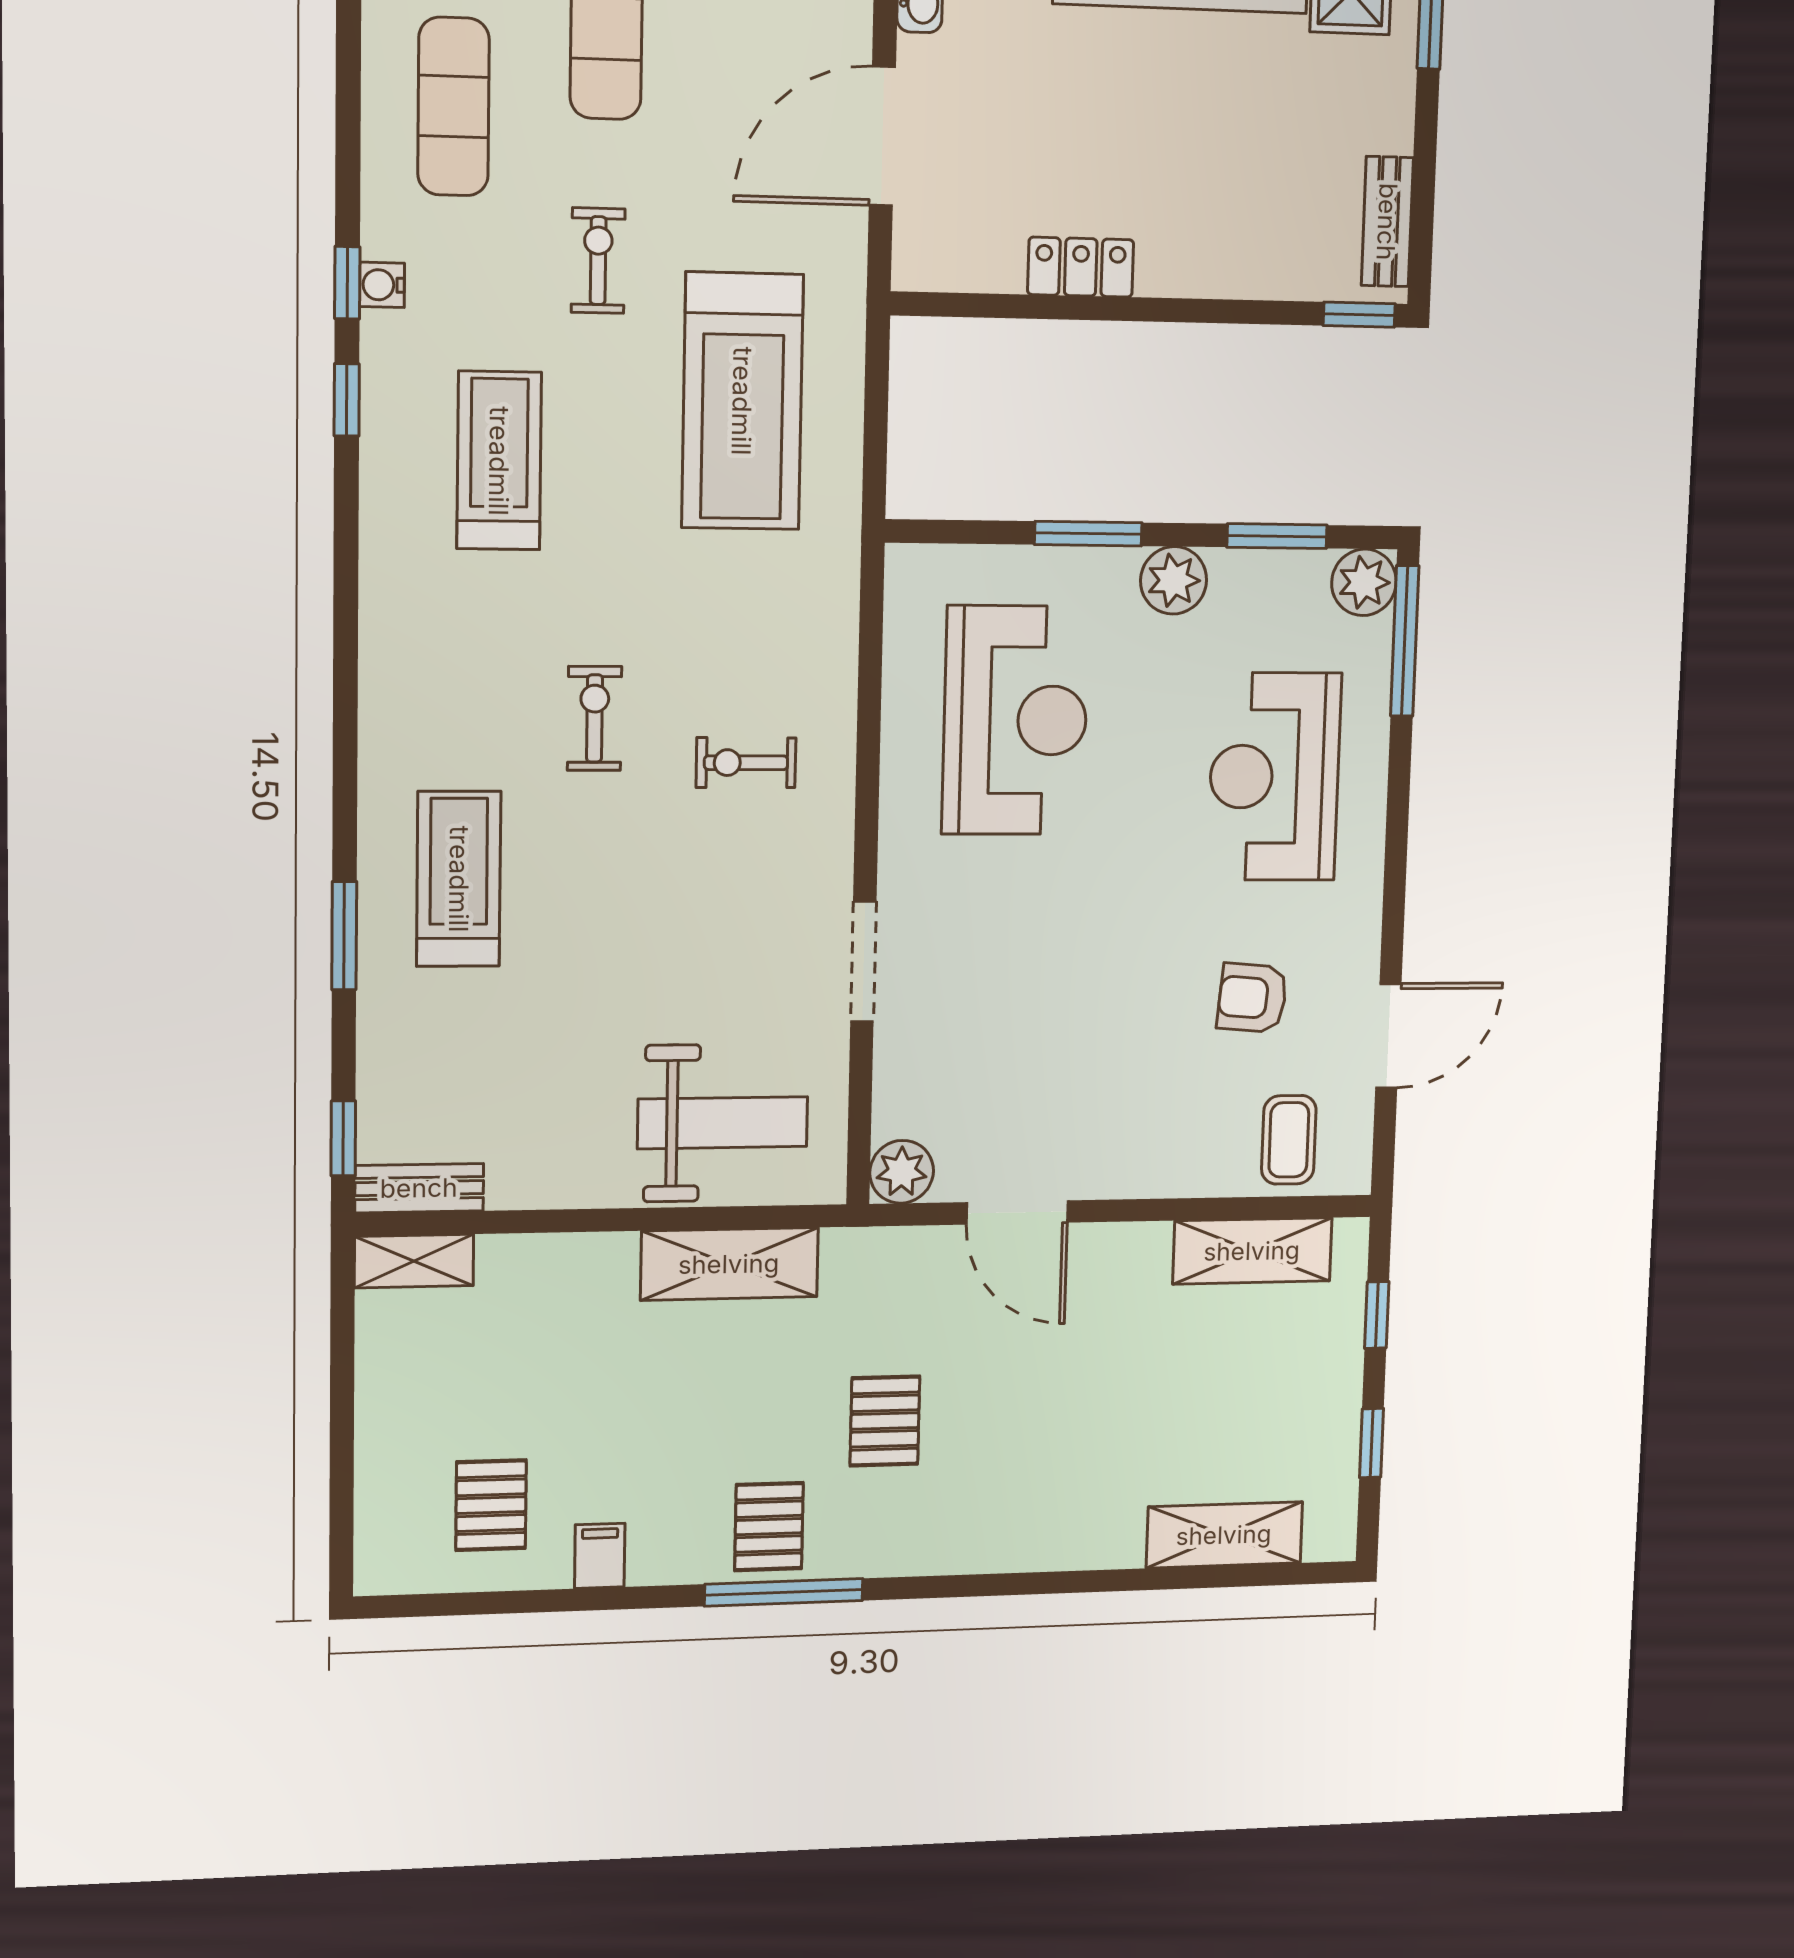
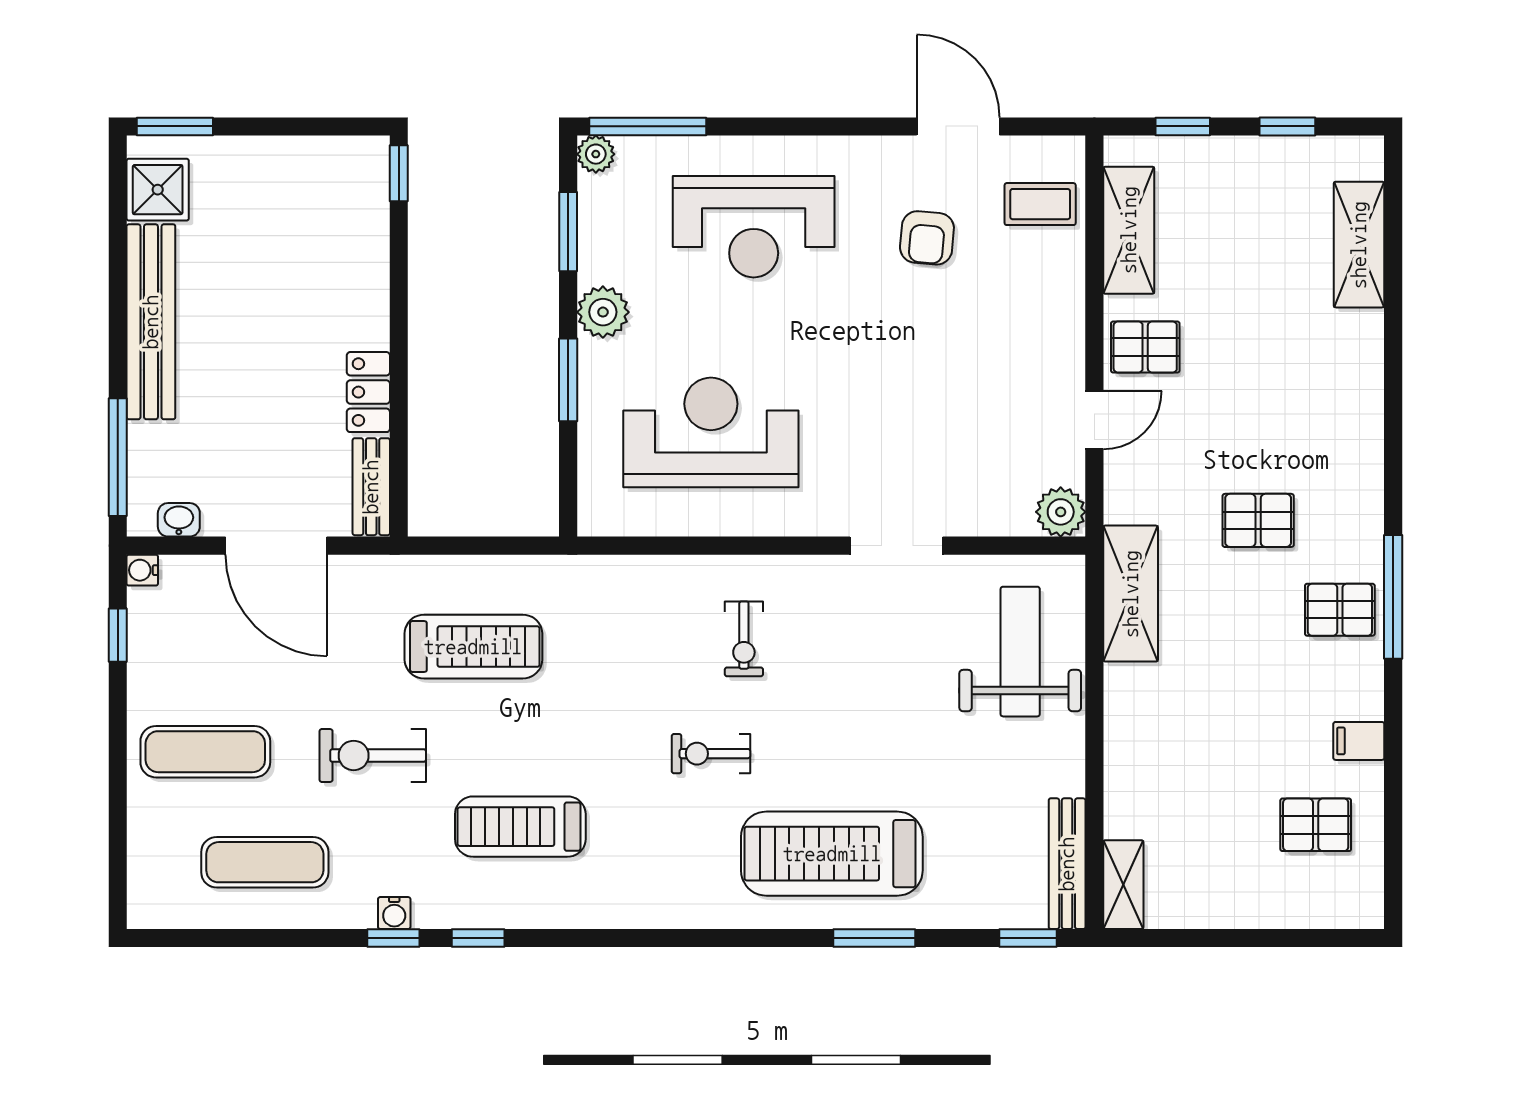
bench: (1387, 222) -> (371, 487), moved, turned 90
exercise bike: (598, 261) -> (373, 755), width x1.38, depth x1.39
treadmill: (742, 401) -> (473, 647), width x0.73, depth x0.73
plant: (1364, 582) -> (596, 154), width x0.73, depth x0.73
treadmill: (459, 879) -> (832, 854), width x1.37, depth x1.38
bench: (419, 1188) -> (1067, 864), width x1.36
door: (1017, 1212) -> (1094, 420), width x0.73
shelving: (729, 1264) -> (1131, 594), moved
pallet: (1107, 1274) -> (1145, 347), added

